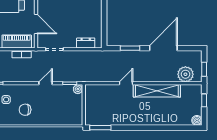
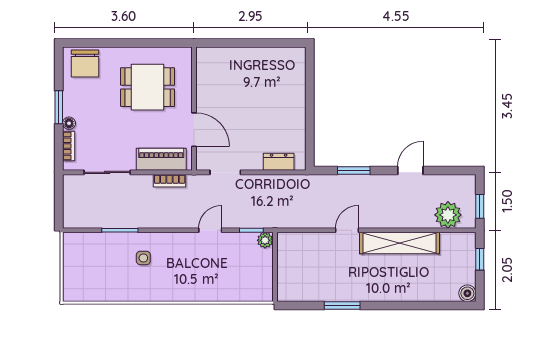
door: (163, 48) -> (410, 170), width x0.53
chair: (25, 110) -> (176, 275), removed
window: (100, 128) -> (342, 306), moved

